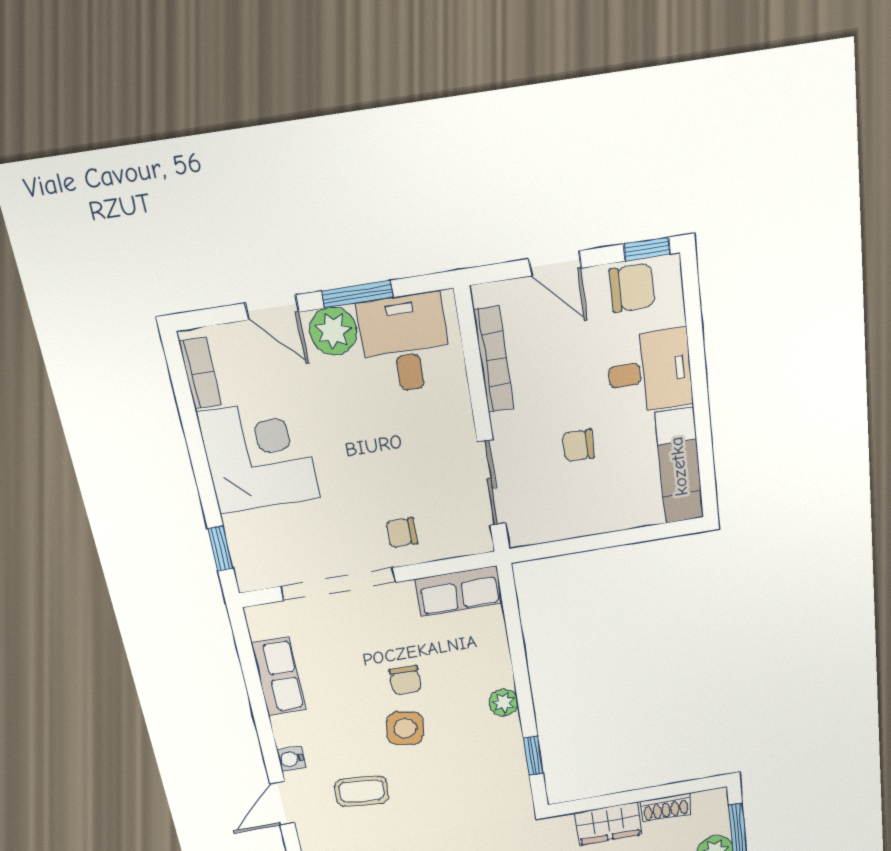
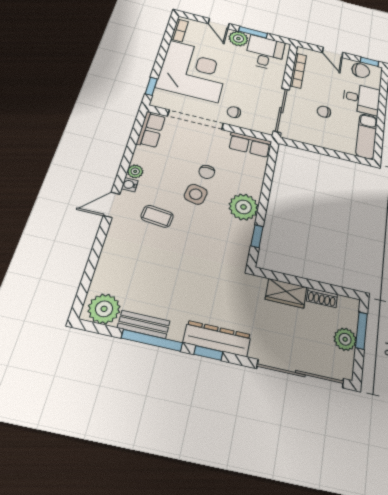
corner desk: (259, 456) -> (194, 71), width x1.36, depth x1.36
sliding door: (492, 483) -> (281, 110), width x1.37
row of seats: (278, 677) -> (151, 130), moved
plant: (504, 703) -> (243, 207), width x1.88, depth x1.88
plant: (287, 732) -> (135, 171), added

